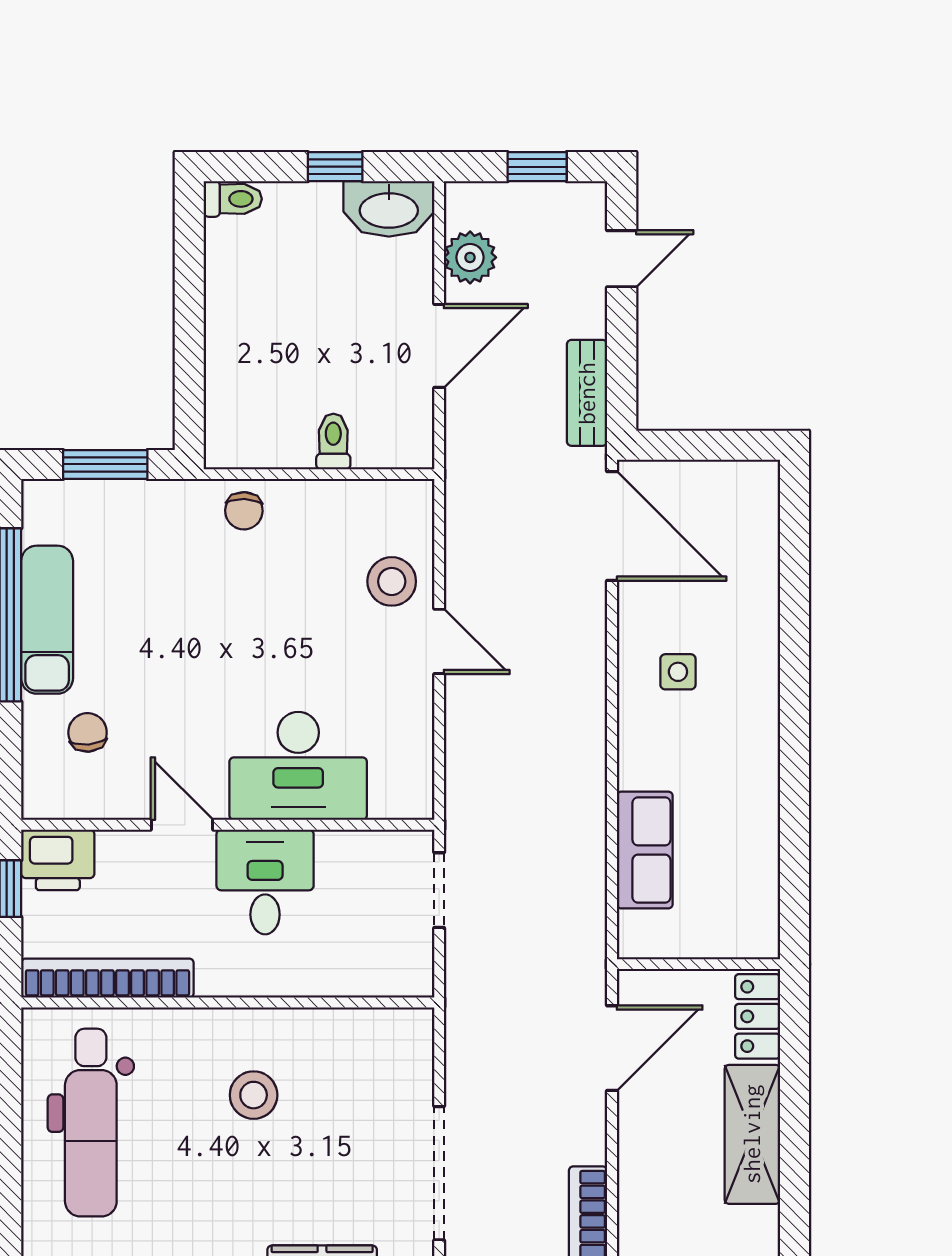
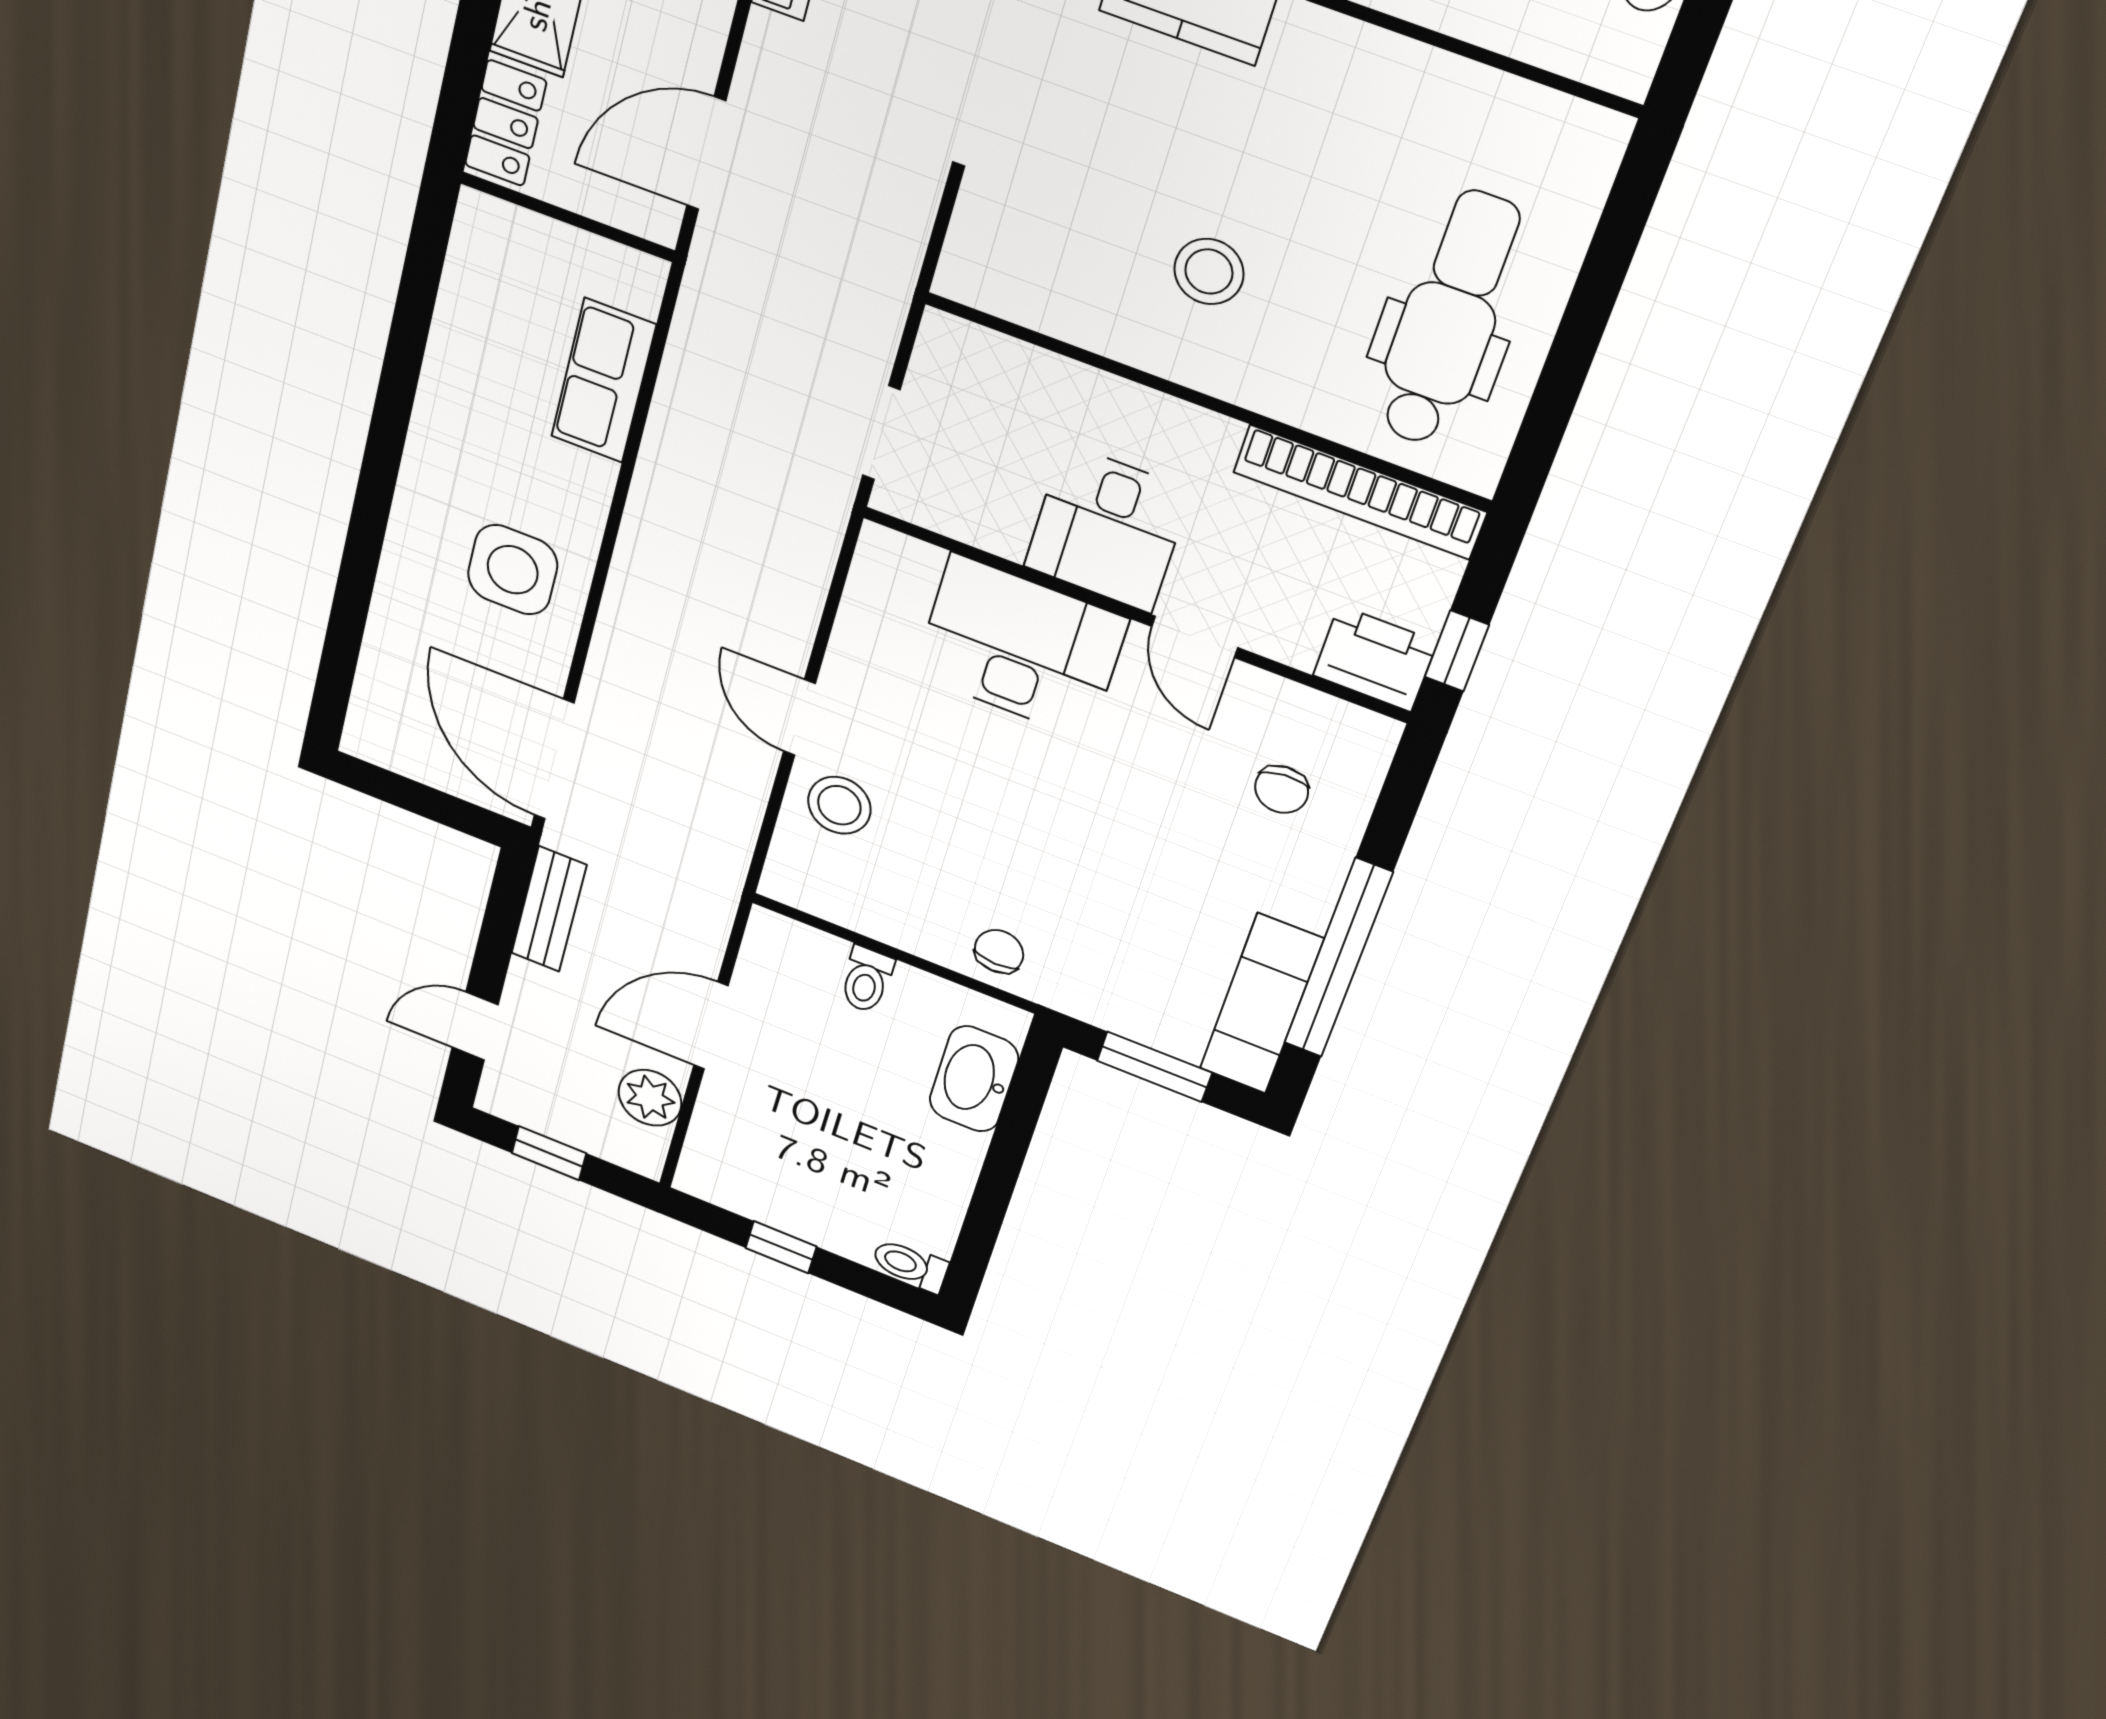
washbasin: (389, 209) -> (974, 1079), moved, turned -90
exam couch: (47, 620) -> (1261, 1004), moved
side table: (678, 672) -> (513, 570), width x1.87, depth x1.87

